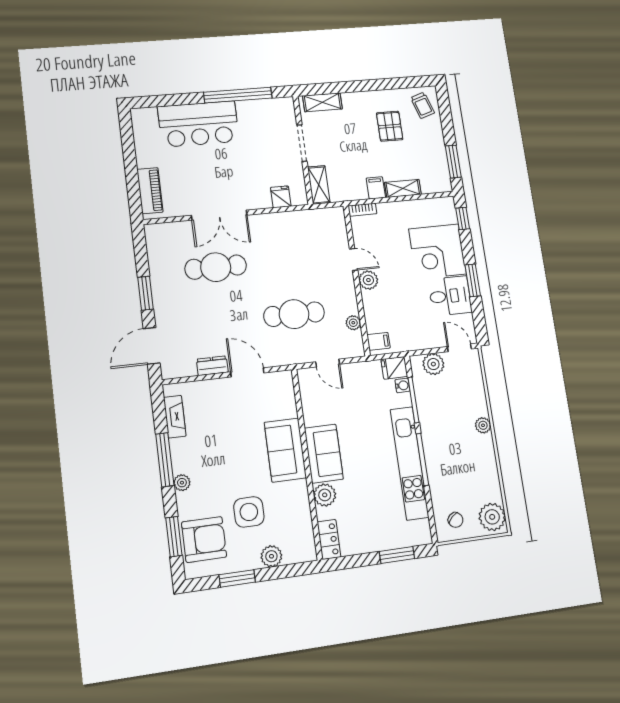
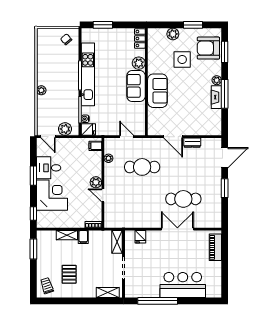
fireplace: (175, 417) -> (216, 97), moved
plant: (492, 517) -> (45, 38), removed

